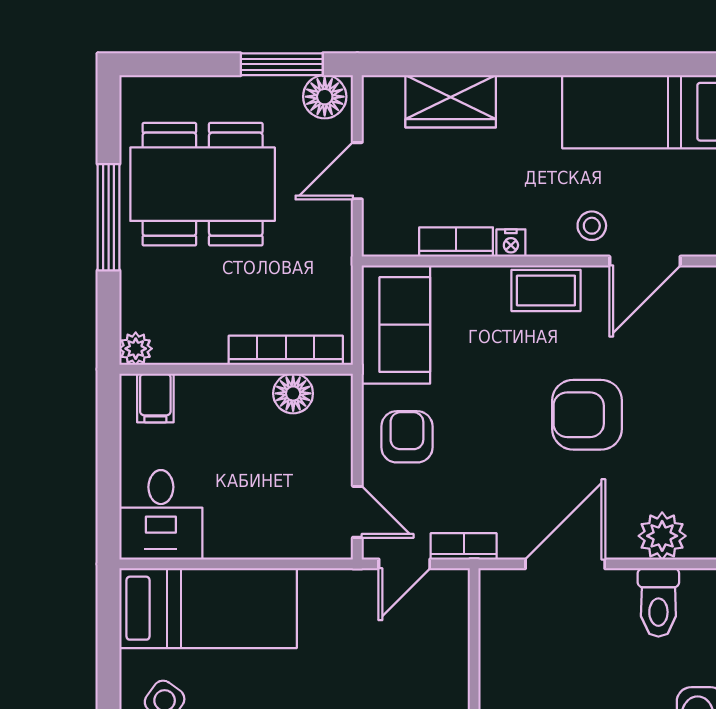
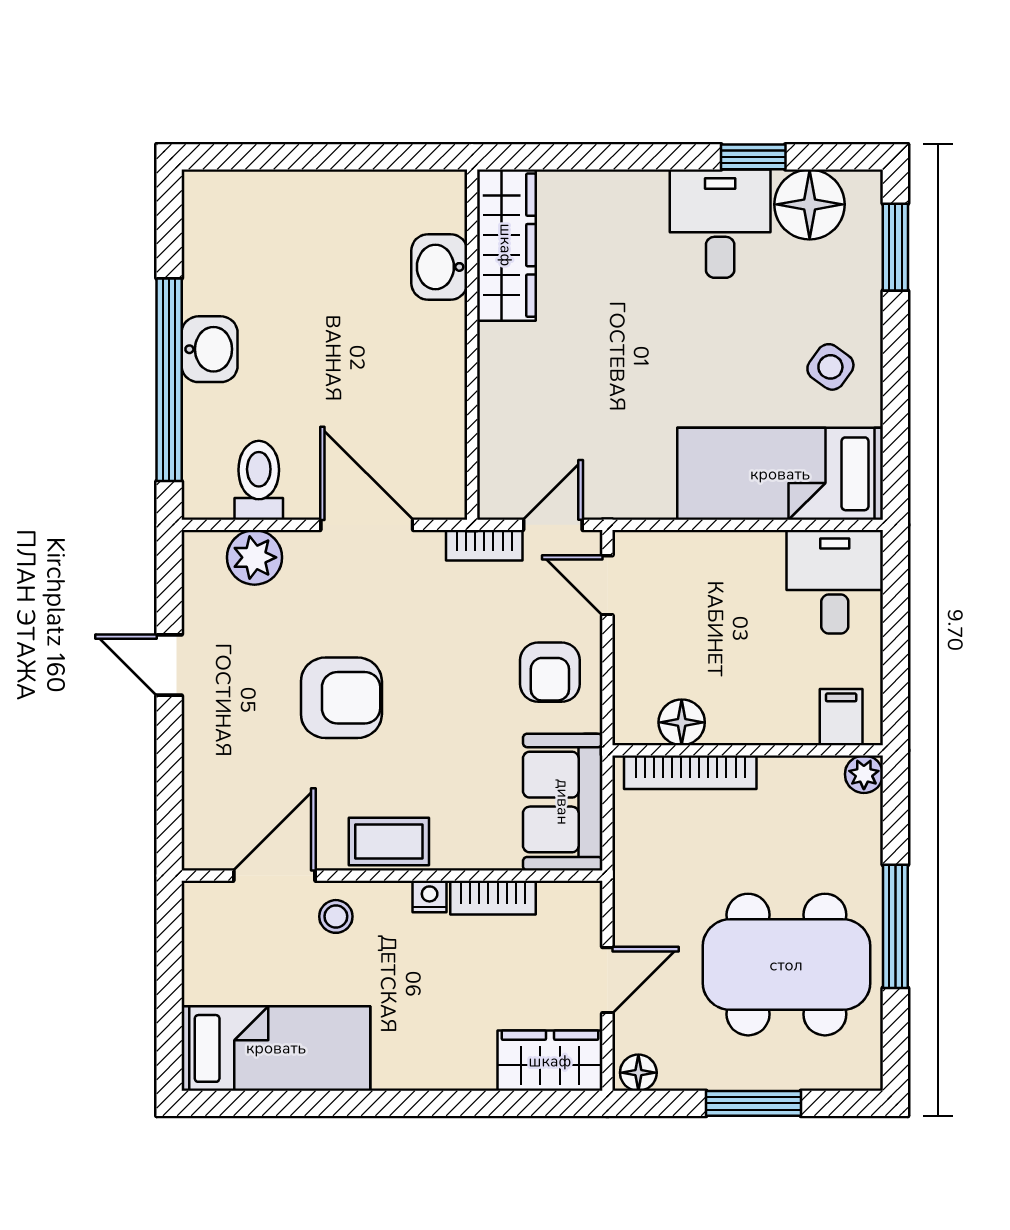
window: (282, 64) -> (754, 1103), moved
floor lamp: (325, 97) -> (638, 1073), width x0.73, depth x0.73
wardrobe: (451, 101) -> (550, 1061), moved
door: (565, 564) -> (367, 525), swing flipped

